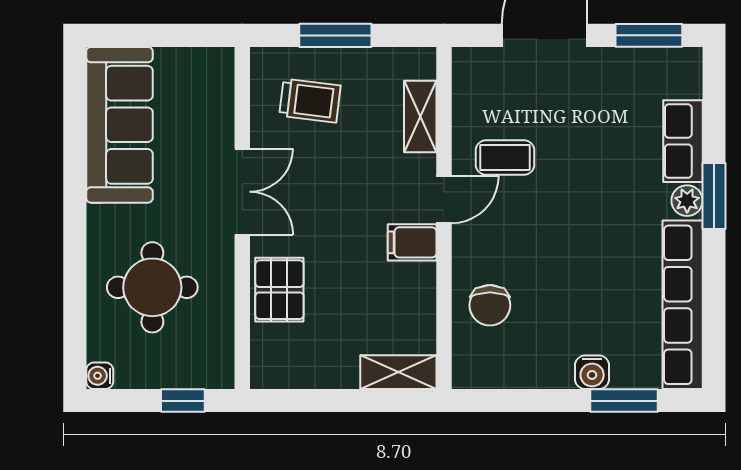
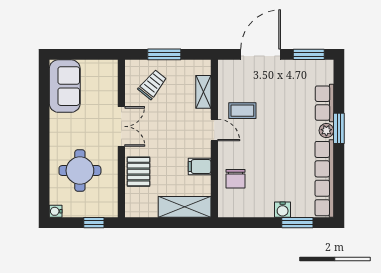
trolley: (310, 101) -> (153, 84), turned -58
sofa: (119, 125) -> (65, 86), width x0.73
door: (444, 199) -> (214, 130), hinge flipped
filing cabinet: (412, 242) -> (200, 167), moved
shelving: (398, 372) -> (185, 207), width x1.50, depth x1.33

